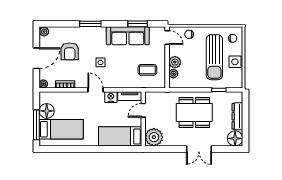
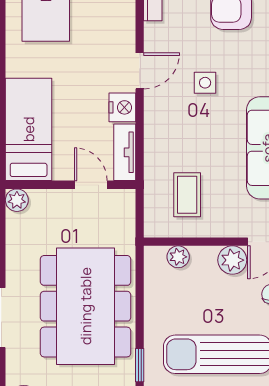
plant: (175, 62) -> (232, 260), moved
dining table: (194, 112) -> (86, 306), width x1.36, depth x1.24
plant: (154, 137) -> (17, 200), width x0.53, depth x0.53

